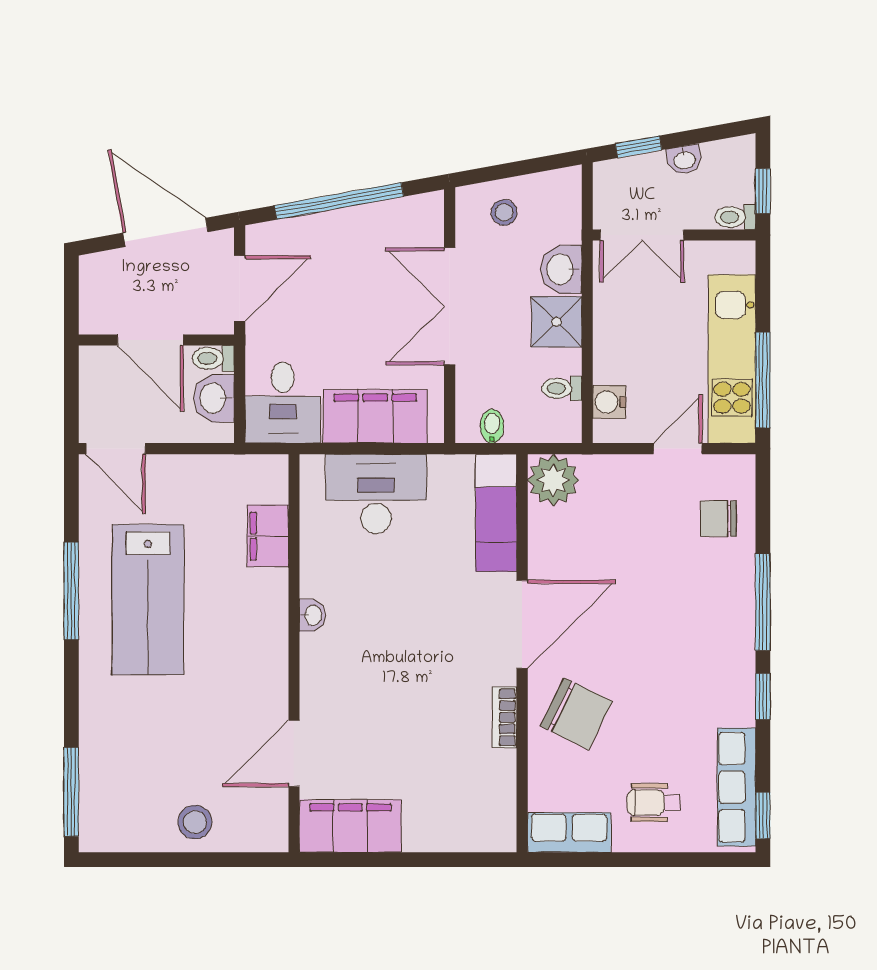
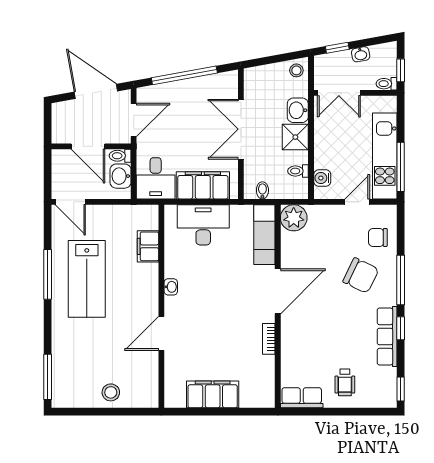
stool: (504, 212) -> (296, 70), moved
chair: (576, 714) -> (361, 275), moved
door: (294, 753) -> (161, 333), moved
row of seats: (736, 787) -> (387, 337), moved
wheelchair: (654, 803) -> (345, 382), turned -90
filing cabinet: (350, 826) -> (213, 394), moved

